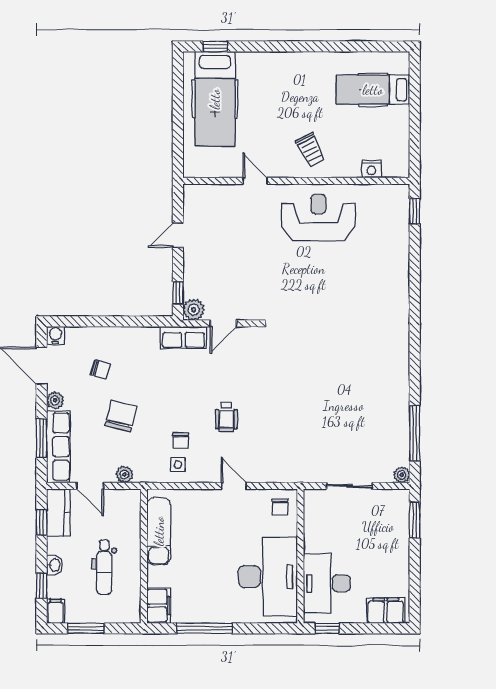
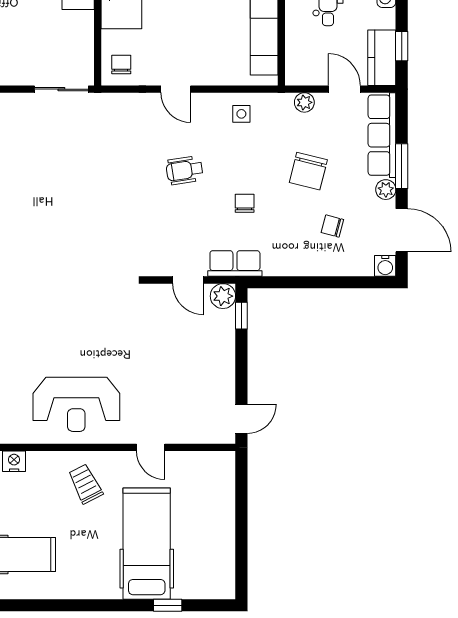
window: (215, 46) -> (168, 605), moved
hospital bed: (215, 99) -> (147, 544), moved
door: (178, 235) -> (241, 419), moved
door: (223, 323) -> (188, 280), swing flipped
wheelchair: (226, 417) -> (185, 170), turned -99
window: (41, 438) -> (402, 166), moved
chair: (181, 441) -> (245, 203), moved
sliding door: (349, 486) -> (61, 89), moved

